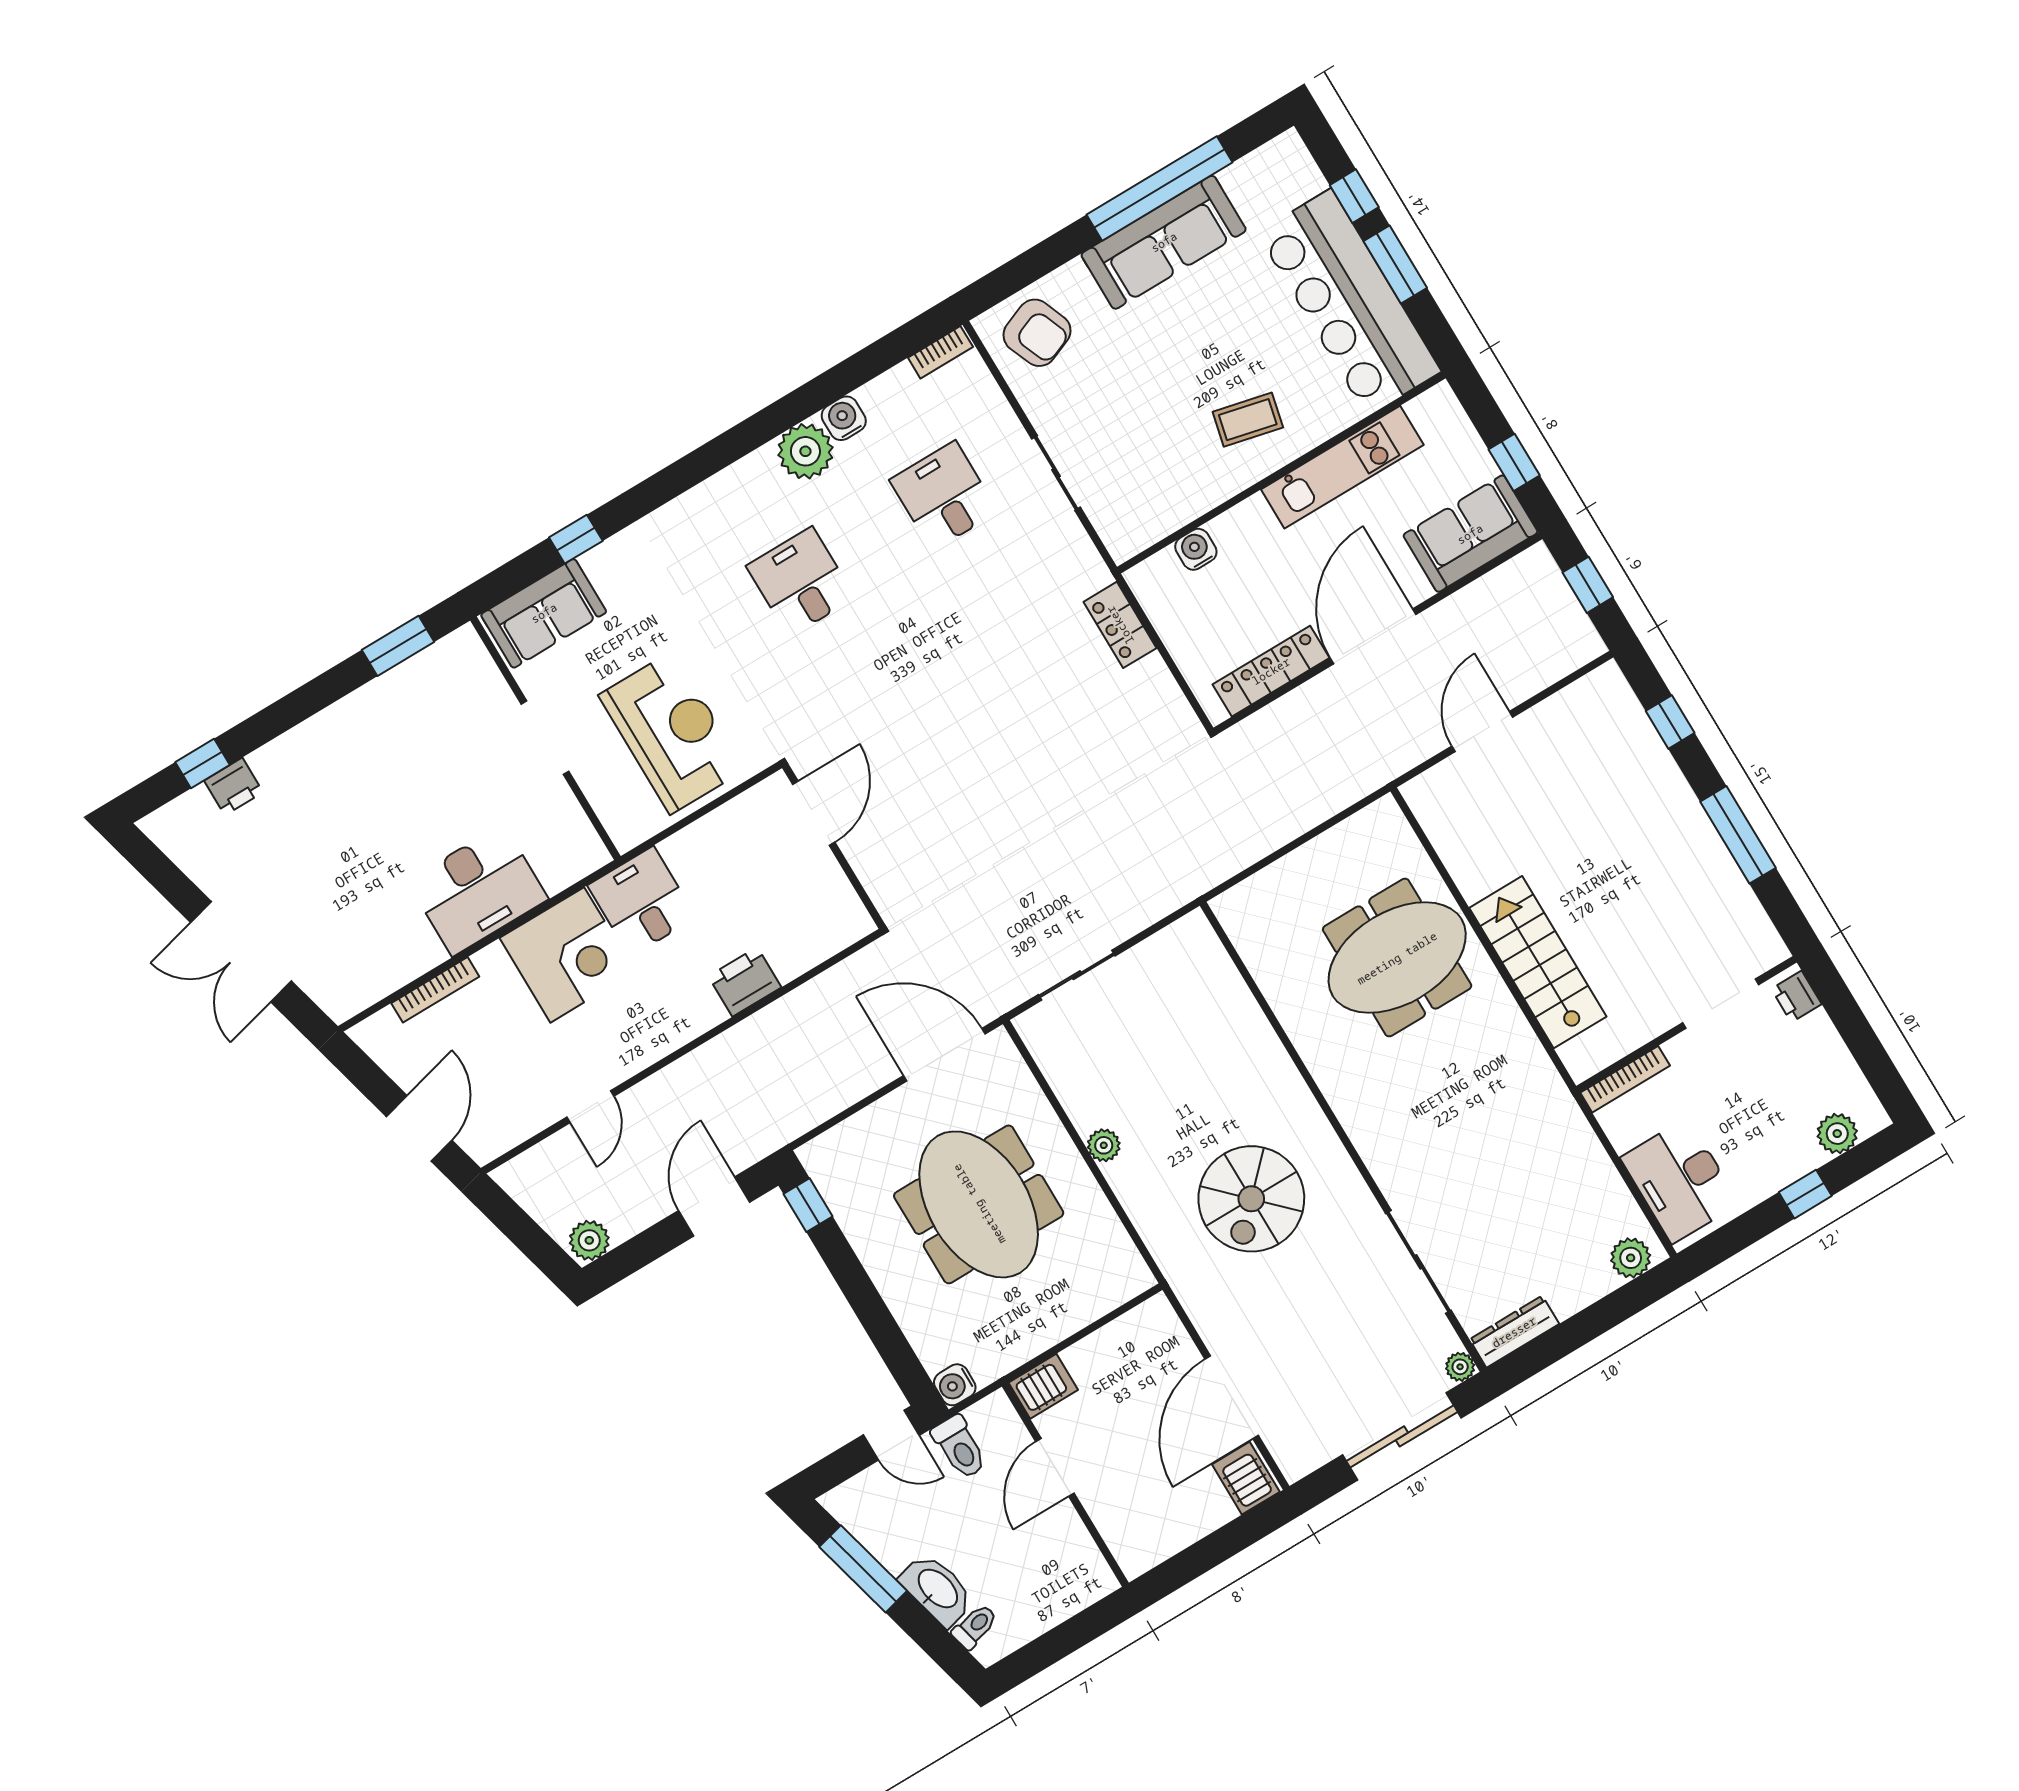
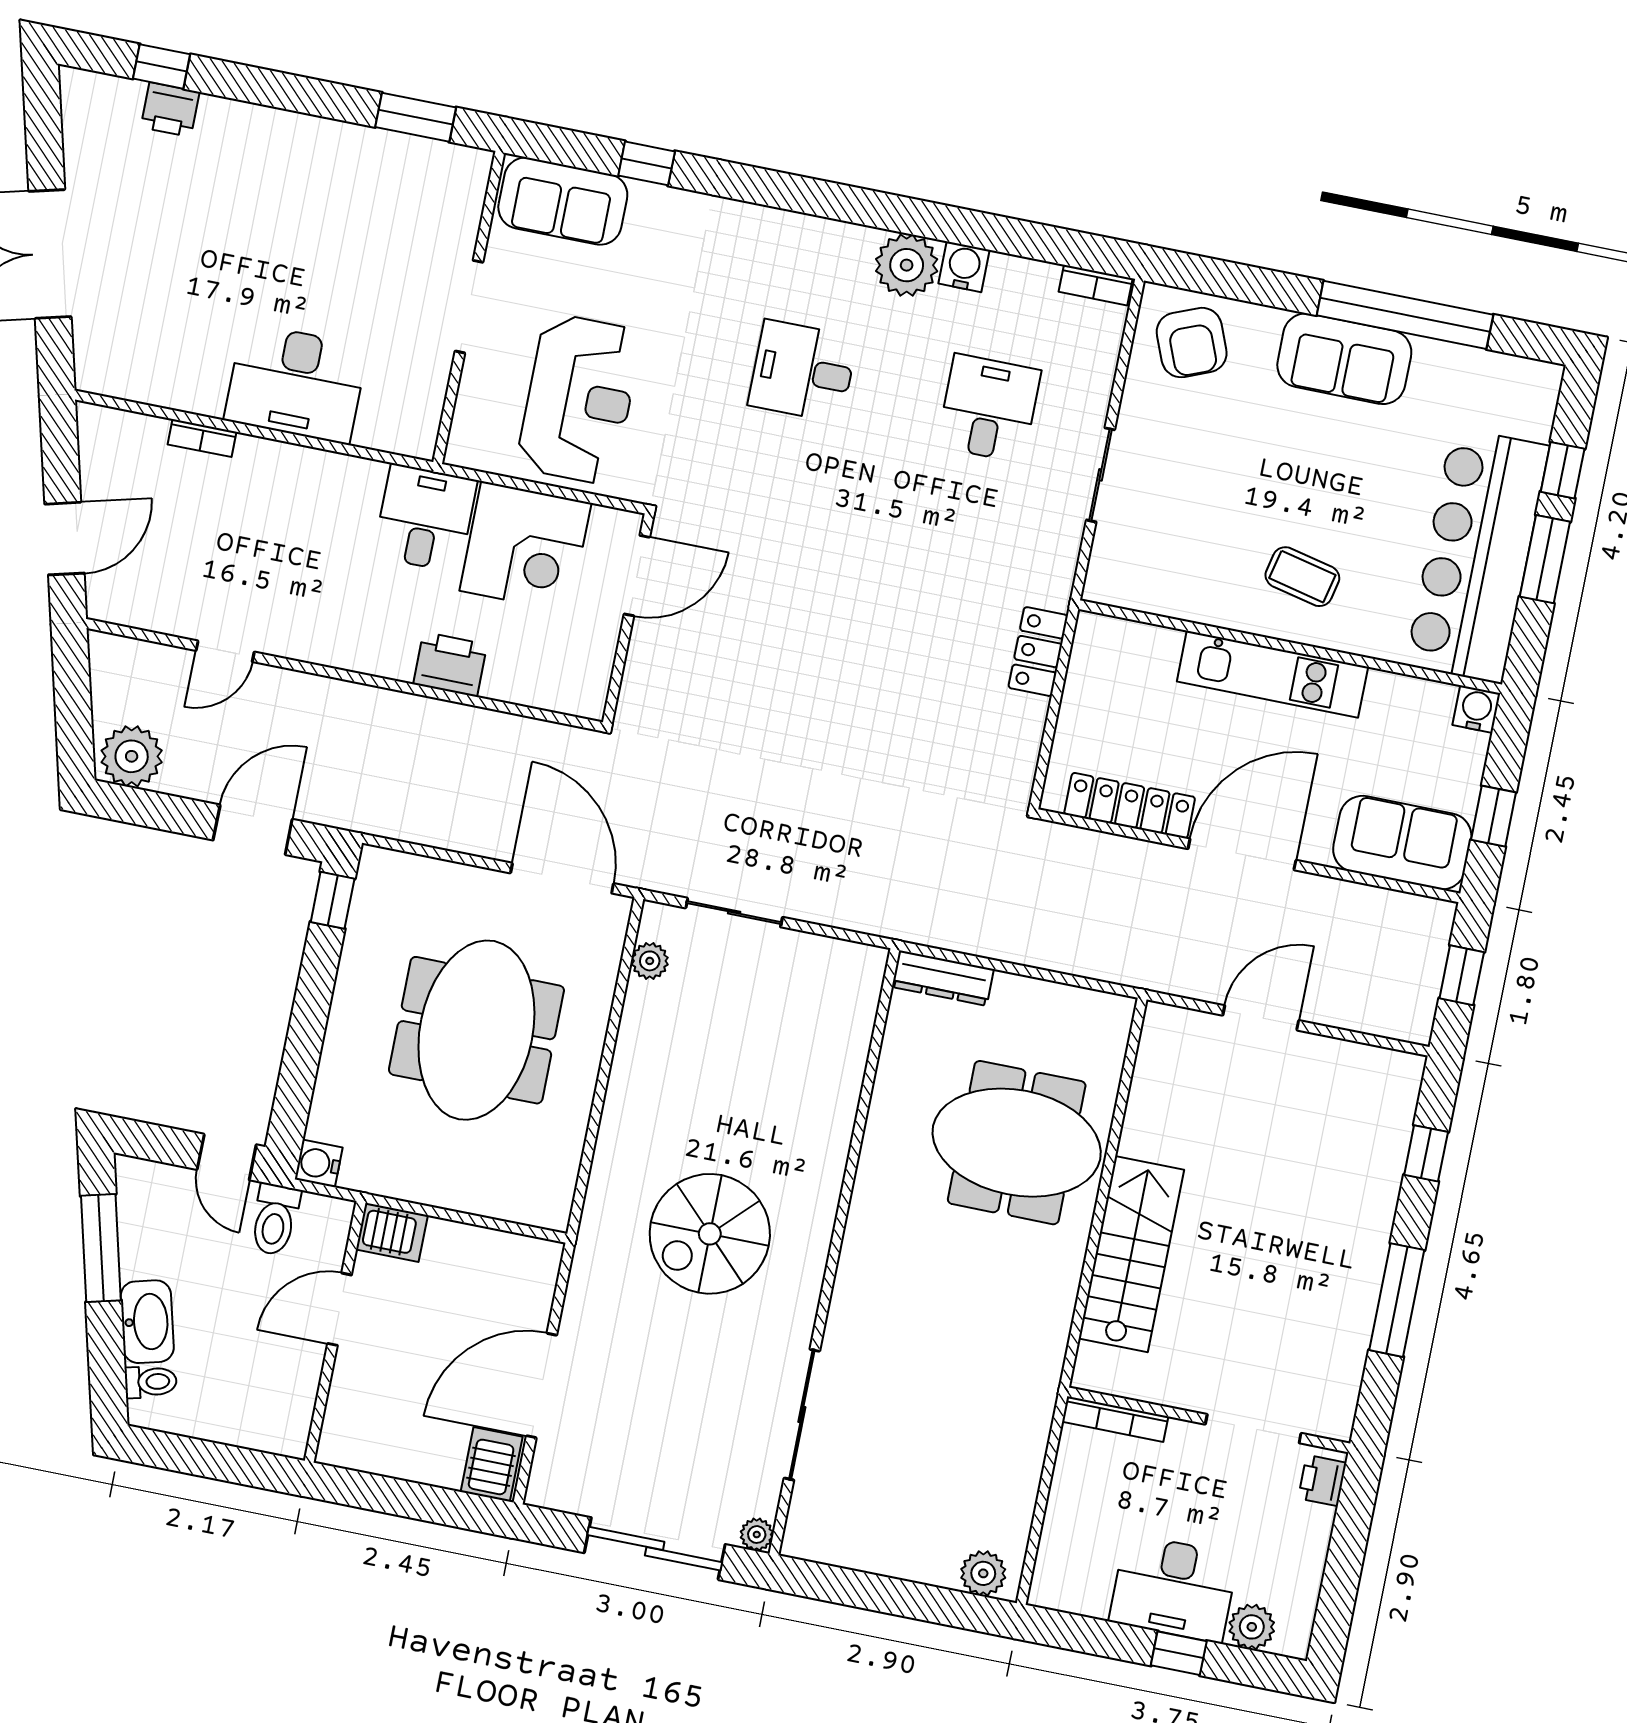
sofa: (1164, 242) -> (1344, 359), width x0.73
kitchen unit: (1342, 467) -> (1272, 674), moved
water cooler: (1196, 549) -> (1476, 709), moved
desk: (801, 582) -> (803, 371), turned -90
corner desk: (567, 955) -> (525, 547), moved
bookcase: (435, 990) -> (202, 438), width x0.64
plant: (1104, 1145) -> (650, 961), moved
desk: (1680, 1181) -> (1174, 1588), moved, turned -90
plant: (589, 1240) -> (132, 756), width x1.36, depth x1.36
dresser: (1514, 1332) -> (943, 978), moved, turned 180

